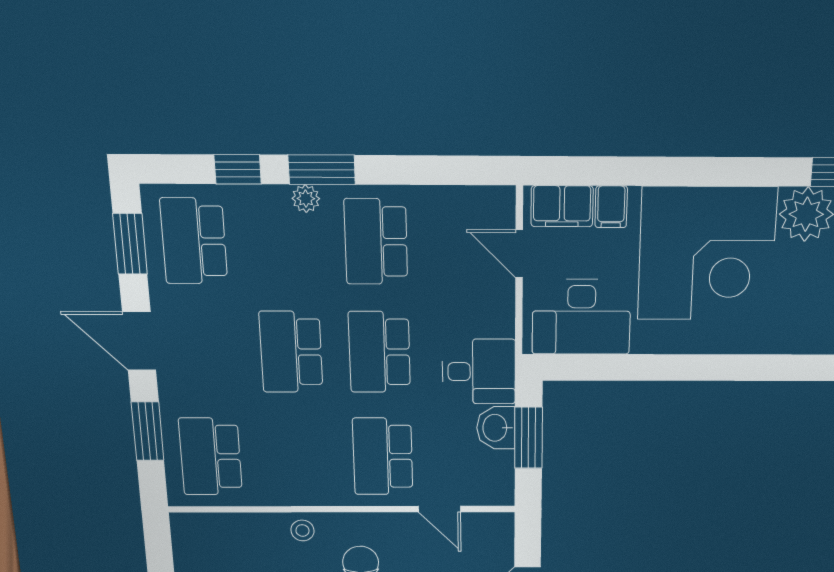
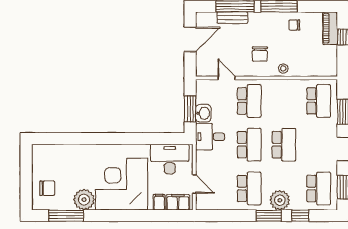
plant: (306, 199) -> (280, 200), width x1.88, depth x1.88

